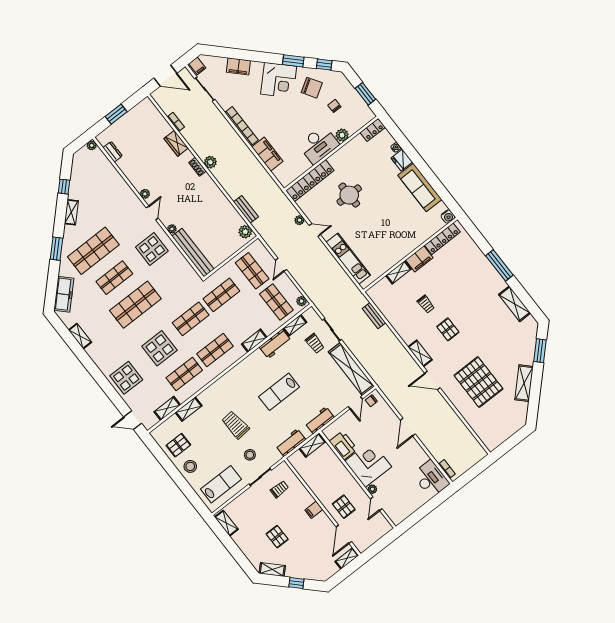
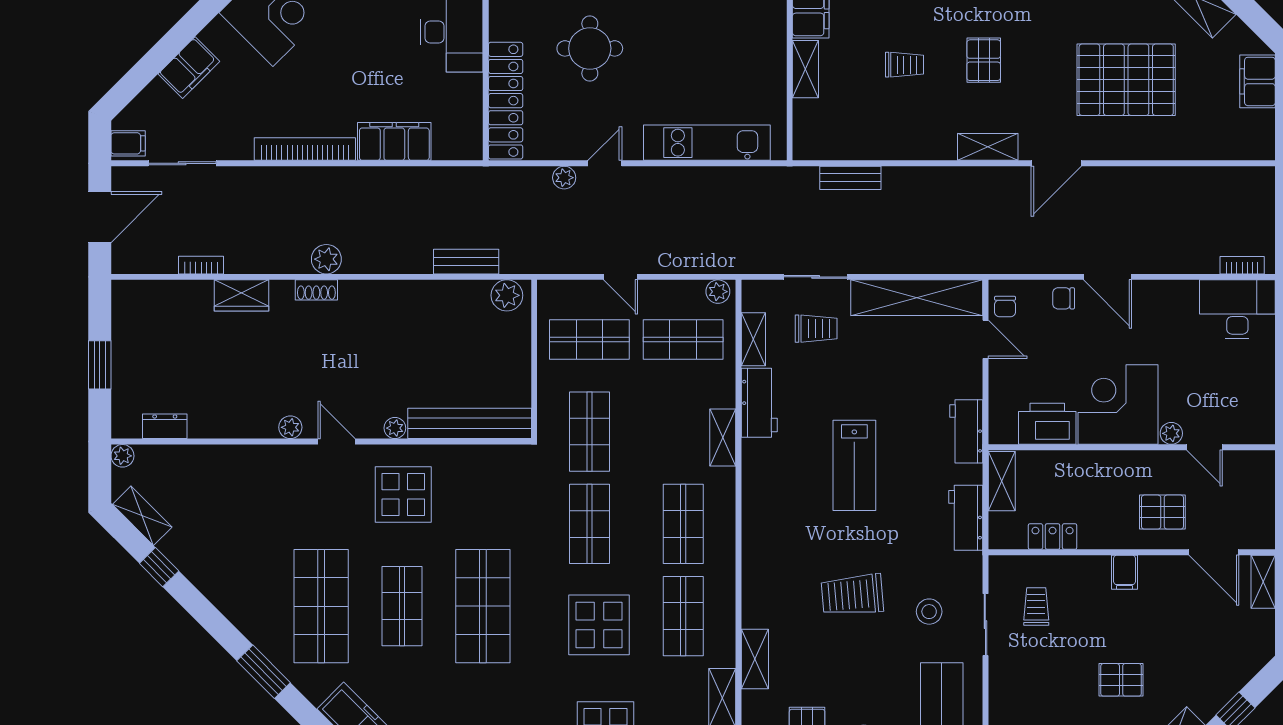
shelving: (71, 212) -> (142, 516), moved
pallet: (448, 329) -> (984, 60), turned 90
chair: (389, 418) -> (1064, 298), added
filing cabinet: (512, 426) -> (1257, 81), added
locker: (307, 476) -> (1053, 537), added

